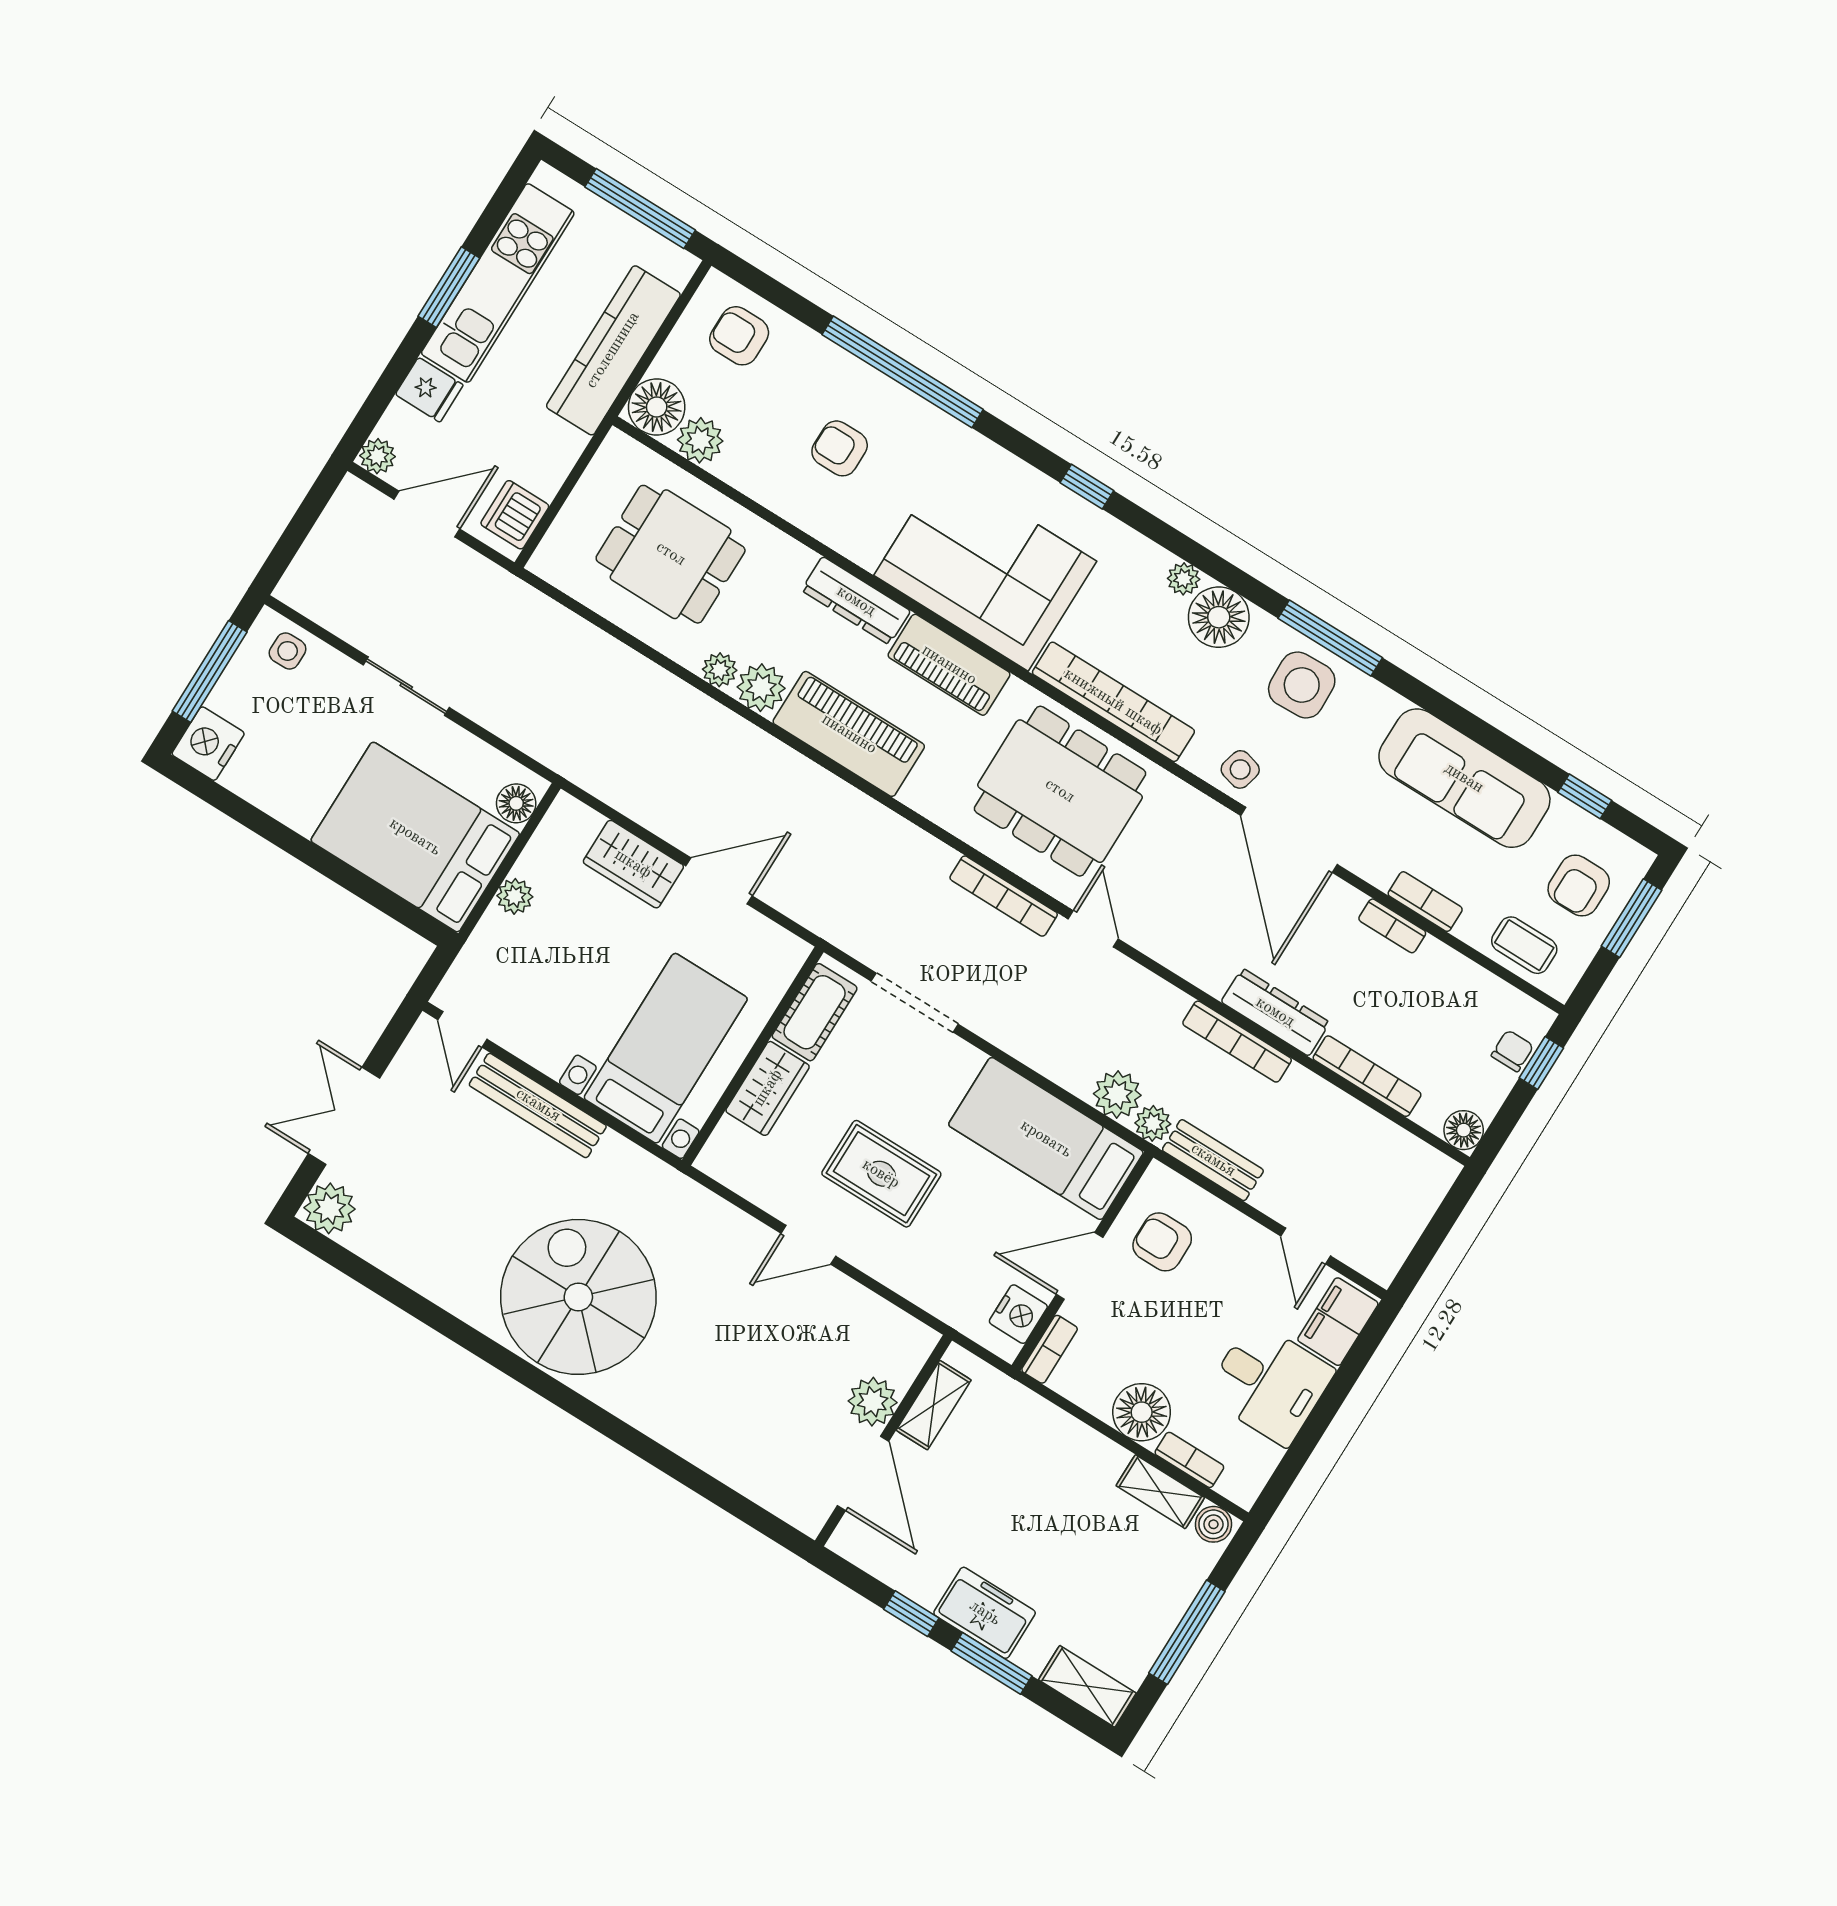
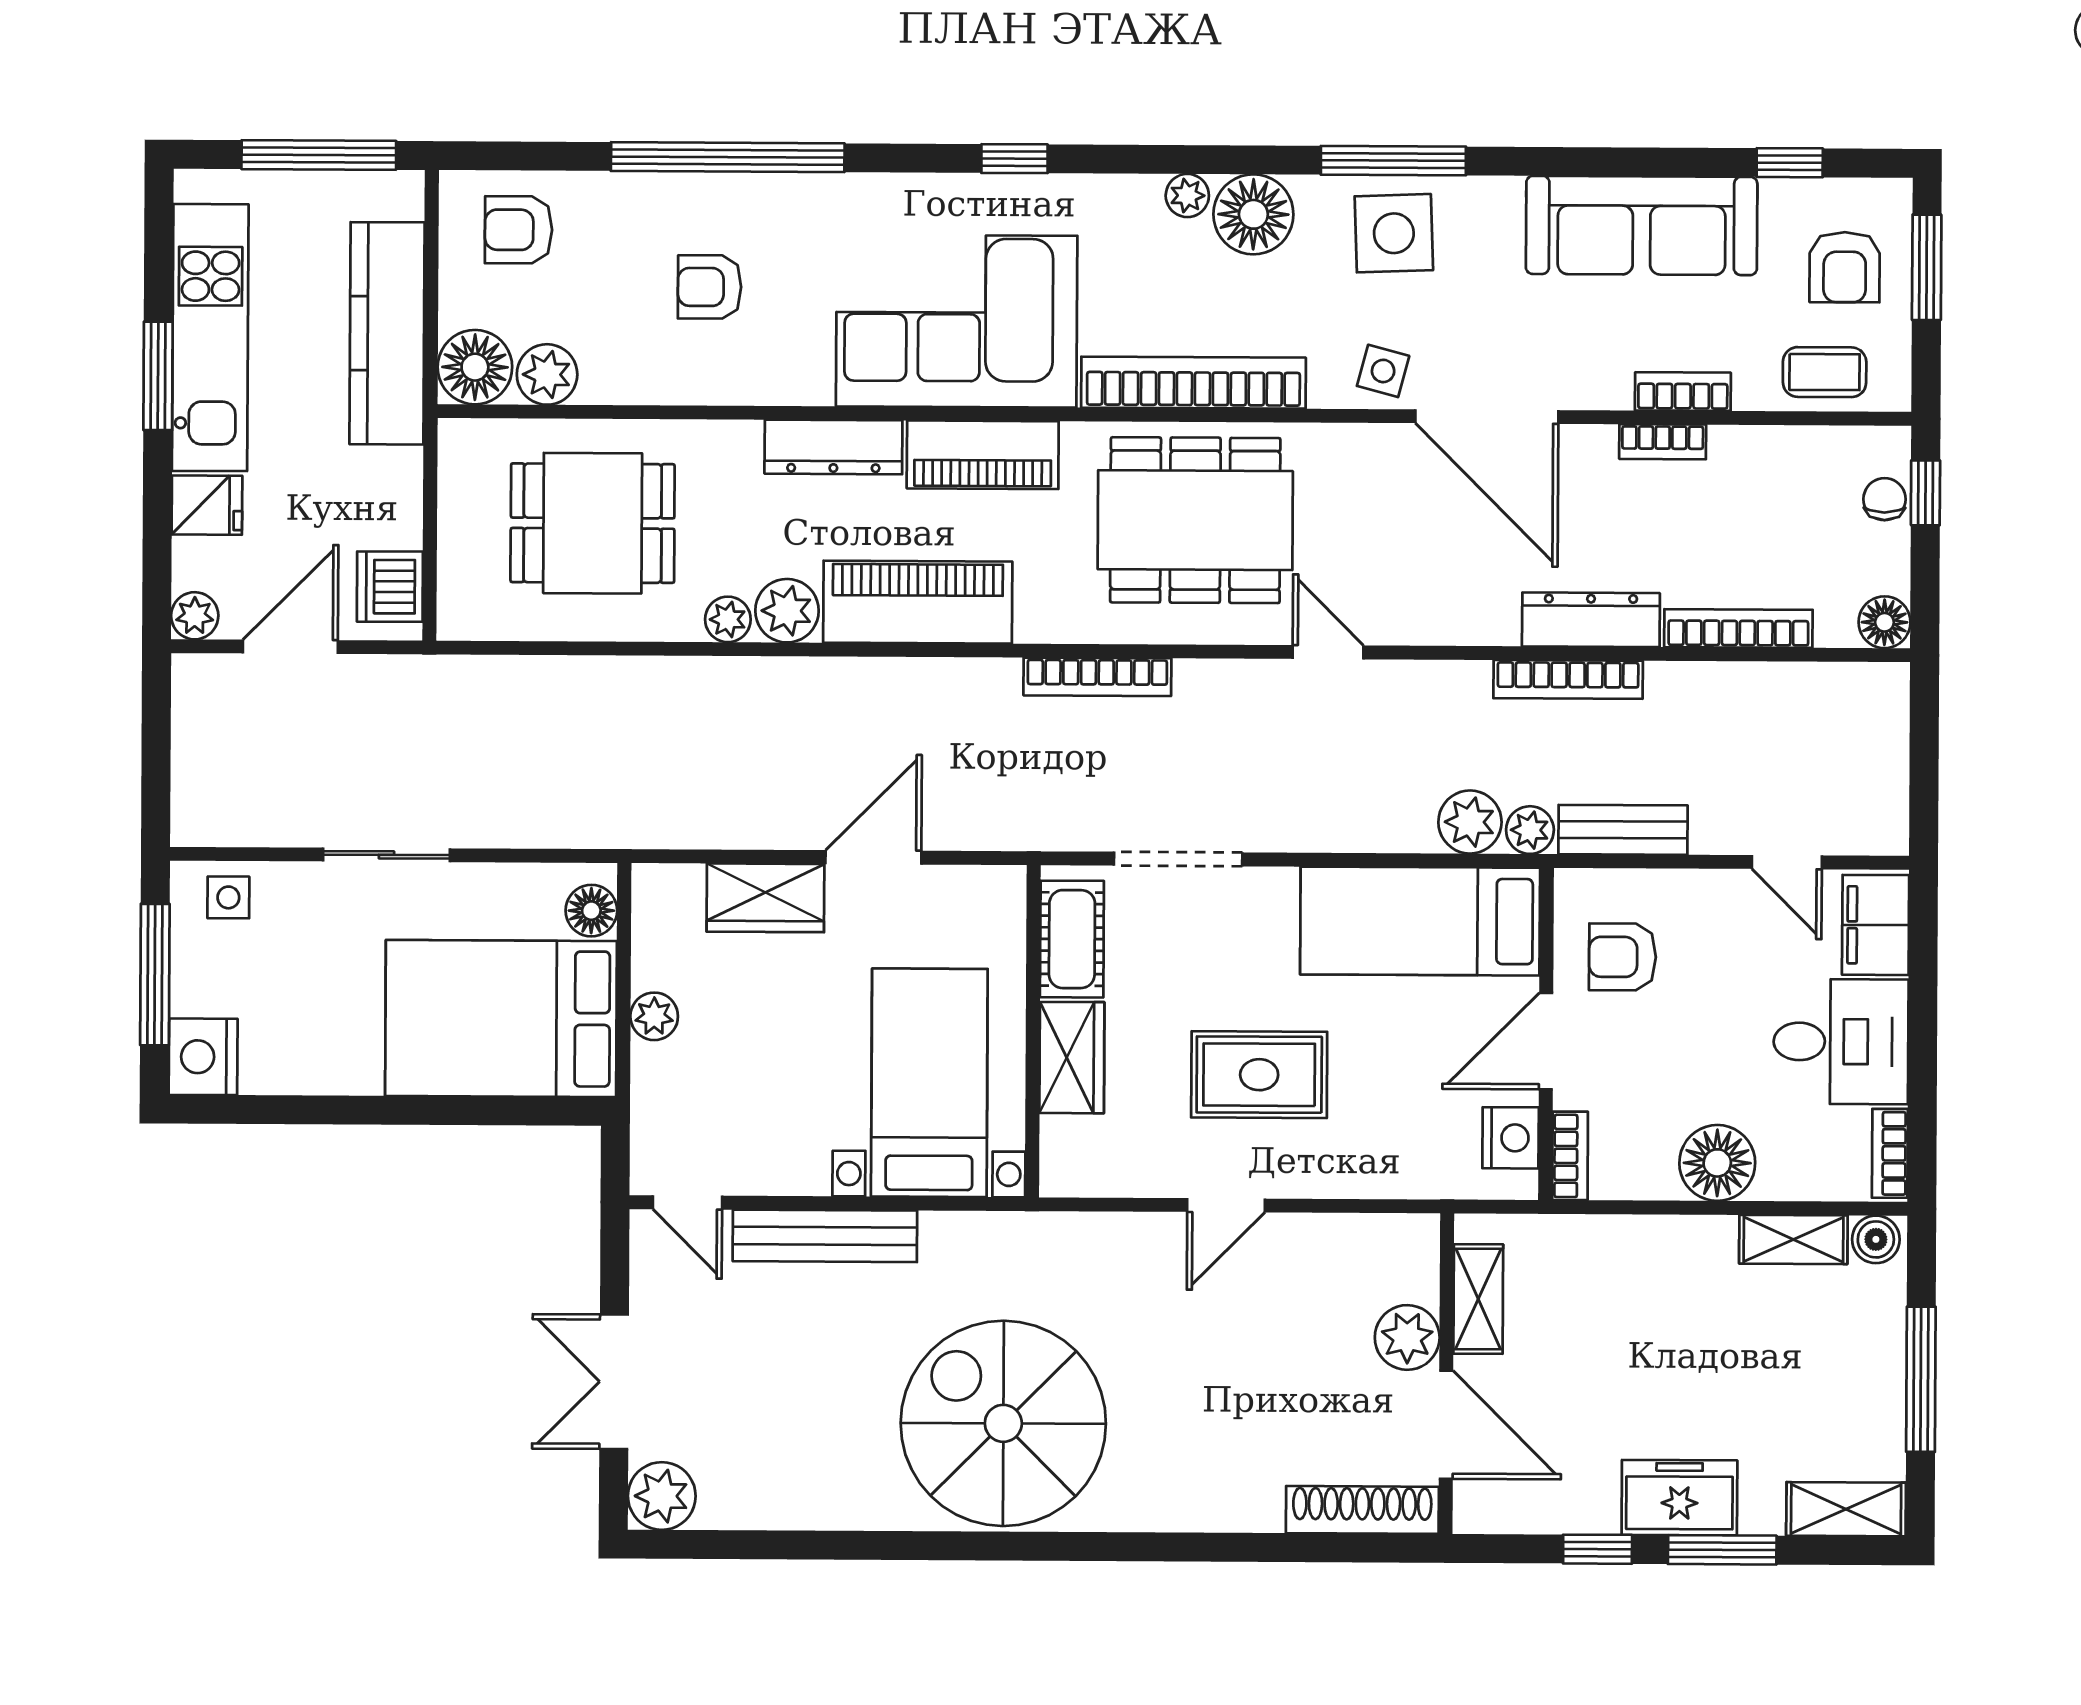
bookcase: (1004, 896) -> (1097, 677), moved
bookcase: (1189, 1460) -> (1890, 1153), moved, turned -90
shoe rack: (775, 1495) -> (1362, 1510), added

